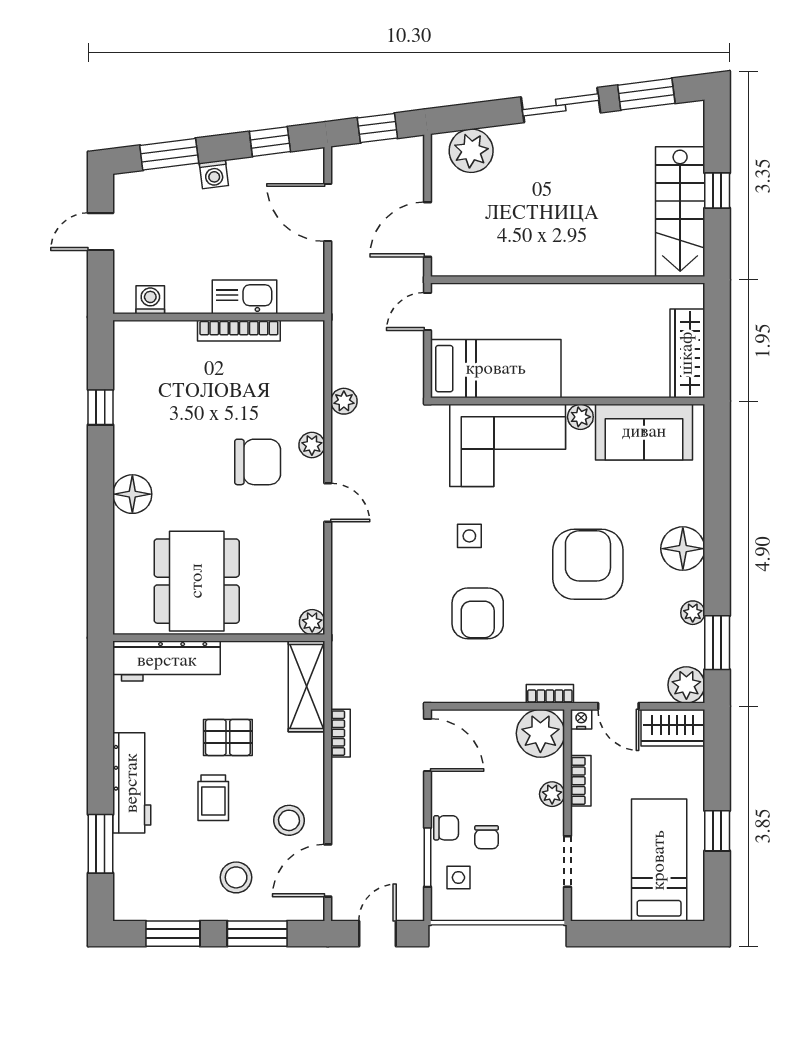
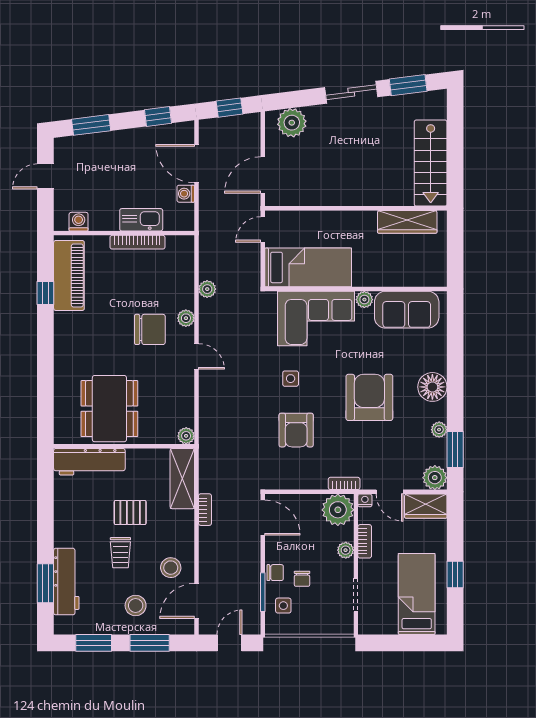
washing machine: (214, 174) -> (186, 194), moved, turned 97
window: (717, 191) -> (455, 149), removed
wardrobe: (687, 353) -> (407, 222), moved, turned -90
piano: (136, 381) -> (69, 275), added
floor lamp: (132, 494) -> (67, 351), removed
workbench: (132, 783) -> (66, 582), moved

